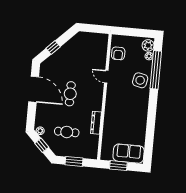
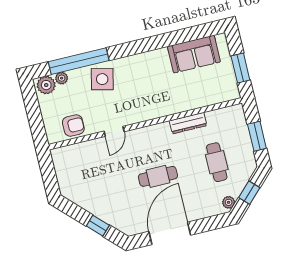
sofa: (129, 154) -> (194, 54), moved, turned -90

